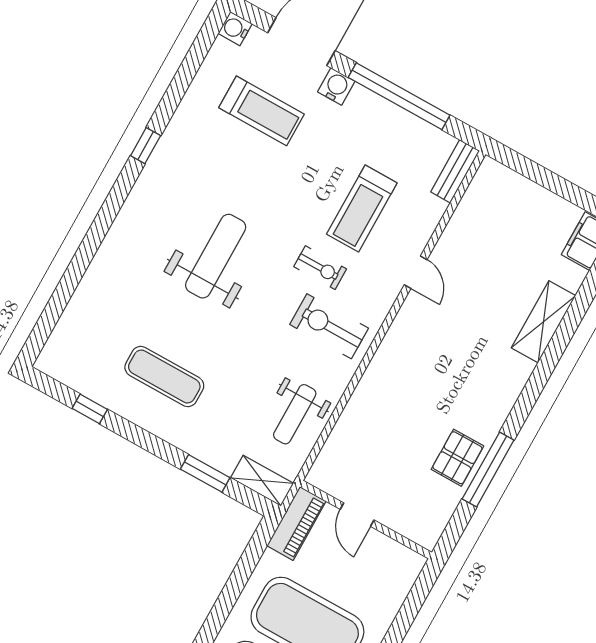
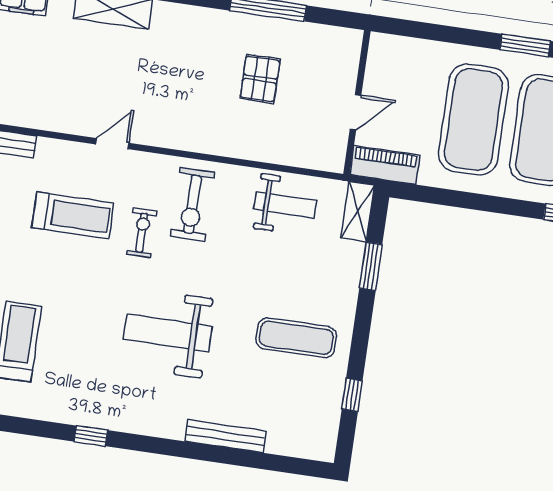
bench: (97, 274) -> (225, 436), added
exercise mat: (164, 377) -> (296, 338), turned 90
pallet: (457, 458) -> (260, 79), moved, turned 90

